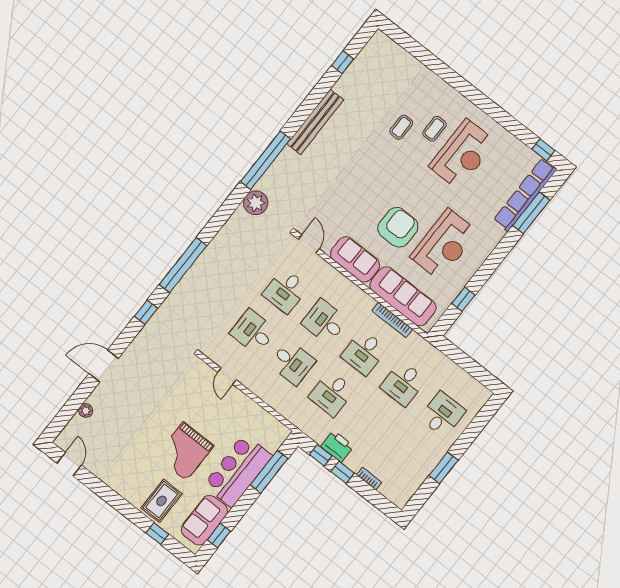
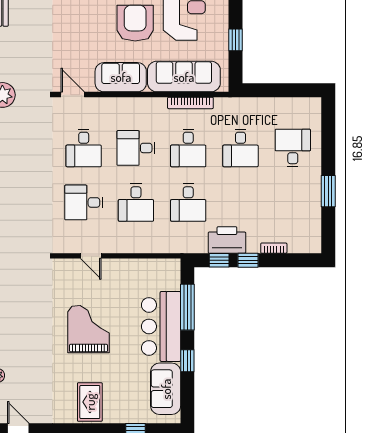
desk: (292, 363) -> (136, 202), turned 90
printer: (337, 446) -> (227, 240), width x1.37, depth x1.19
grand piano: (185, 451) -> (88, 329), moved, turned 180
rug: (162, 501) -> (90, 402), moved
window: (219, 536) -> (187, 361), moved

